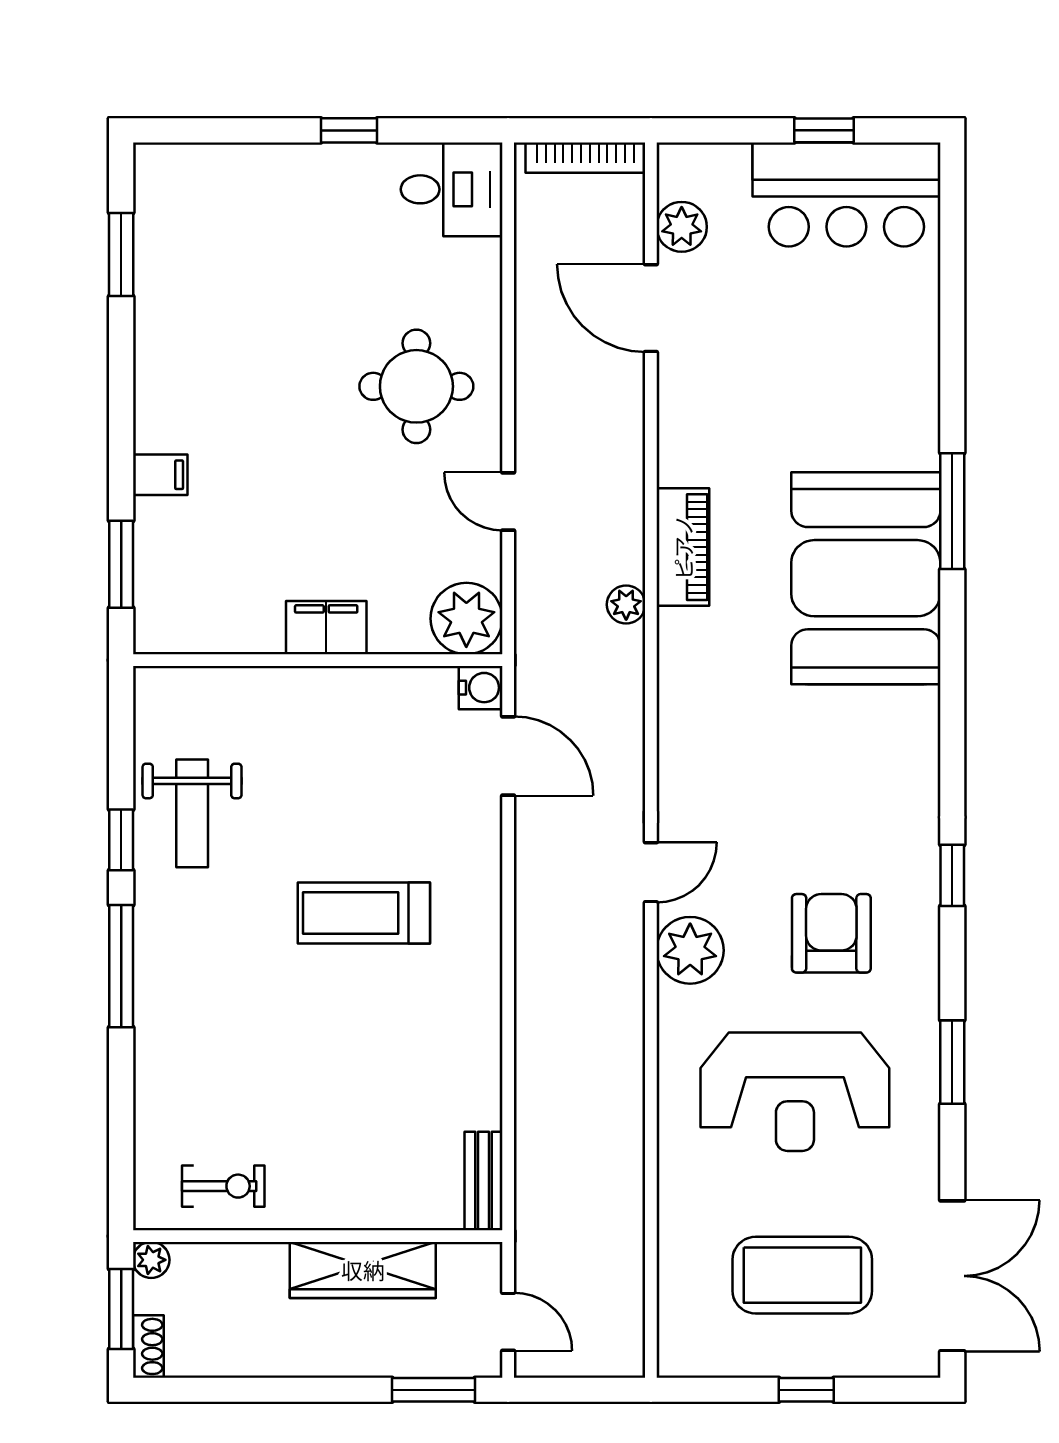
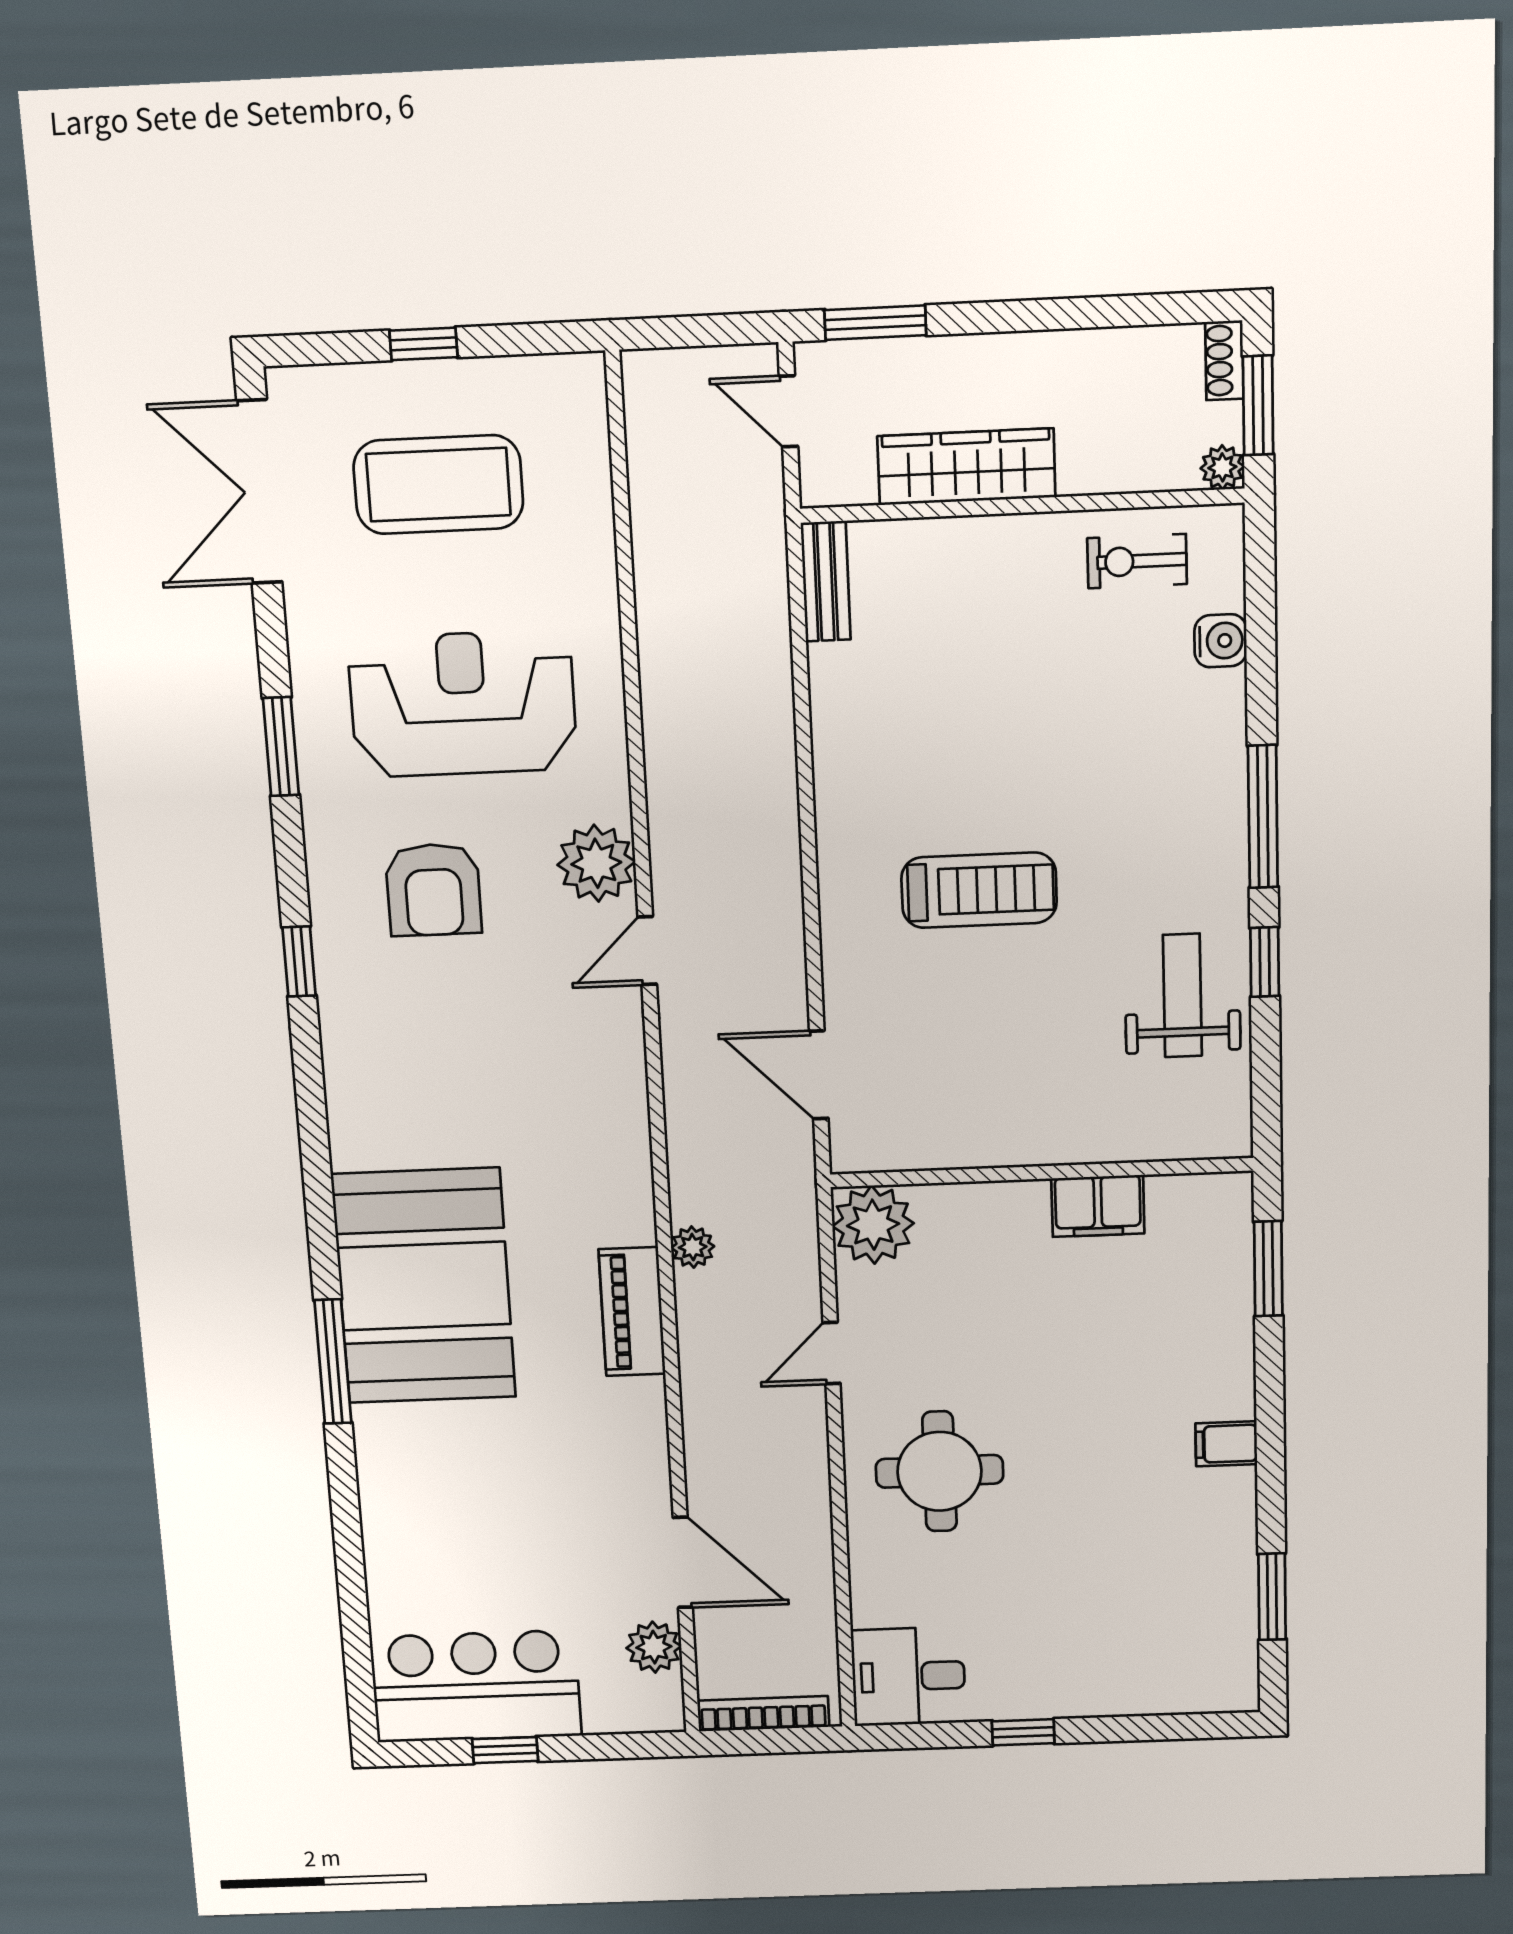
filing cabinet: (160, 475) -> (1226, 1444), moved
door: (508, 501) -> (832, 1353), swing flipped
filing cabinet: (326, 628) -> (1098, 1206), moved
water cooler: (481, 688) -> (1221, 641), moved, turned 180

